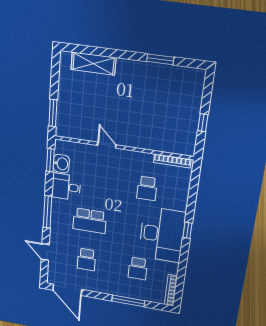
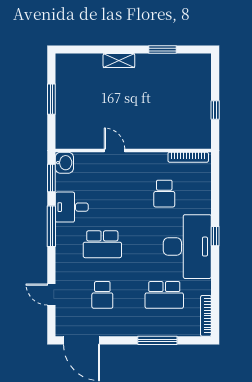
shelving: (93, 64) -> (119, 61), moved, width x0.67, depth x0.75
window: (53, 113) -> (51, 99), moved
washbasin: (61, 164) -> (64, 163), moved
window: (47, 212) -> (51, 226), moved
school desk: (138, 268) -> (164, 295), width x1.85

